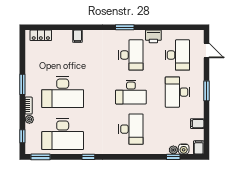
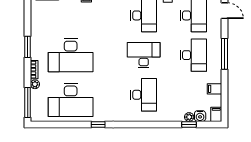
window: (206, 91) -> (225, 54), width x1.44
desk: (131, 92) -> (144, 55), turned 180
desk: (177, 92) -> (193, 55), turned 180
window: (22, 136) -> (28, 102), width x2.17
window: (41, 157) -> (47, 124), removed

